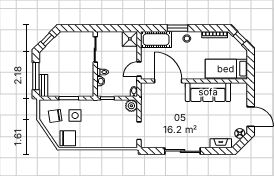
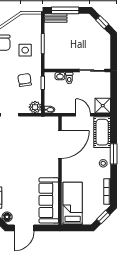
door: (139, 69) -> (83, 115), moved
sofa: (208, 92) -> (49, 200), moved
chair: (55, 116) -> (25, 80), moved

